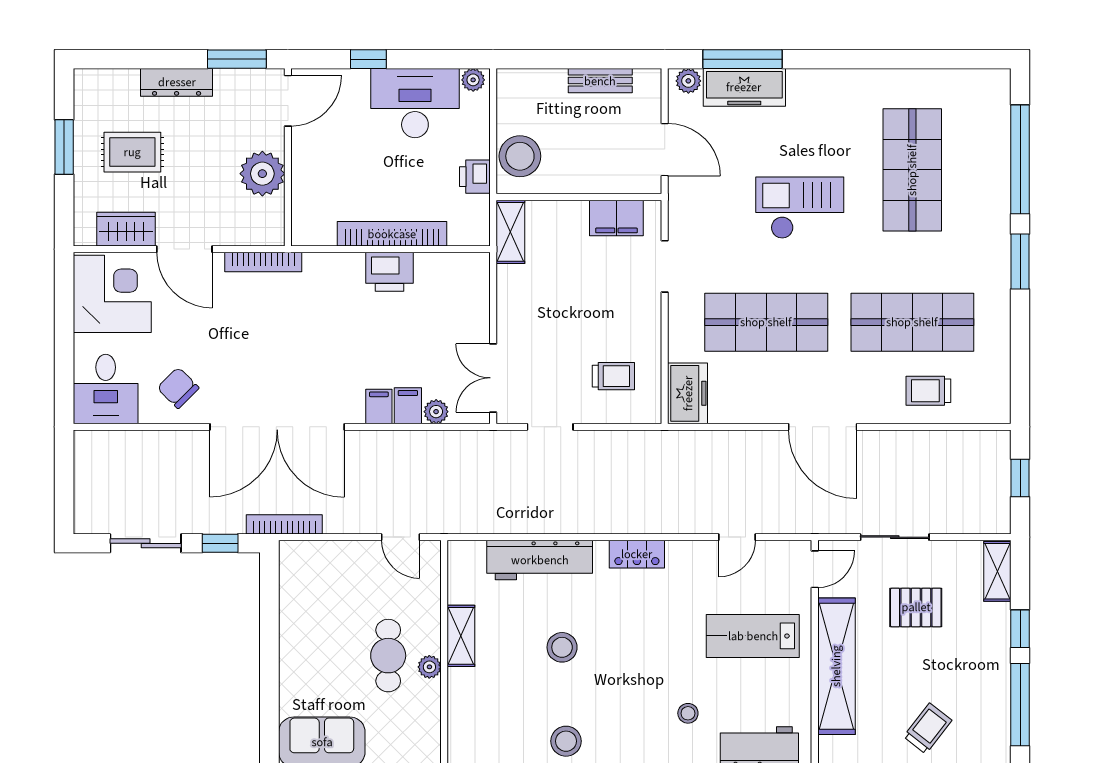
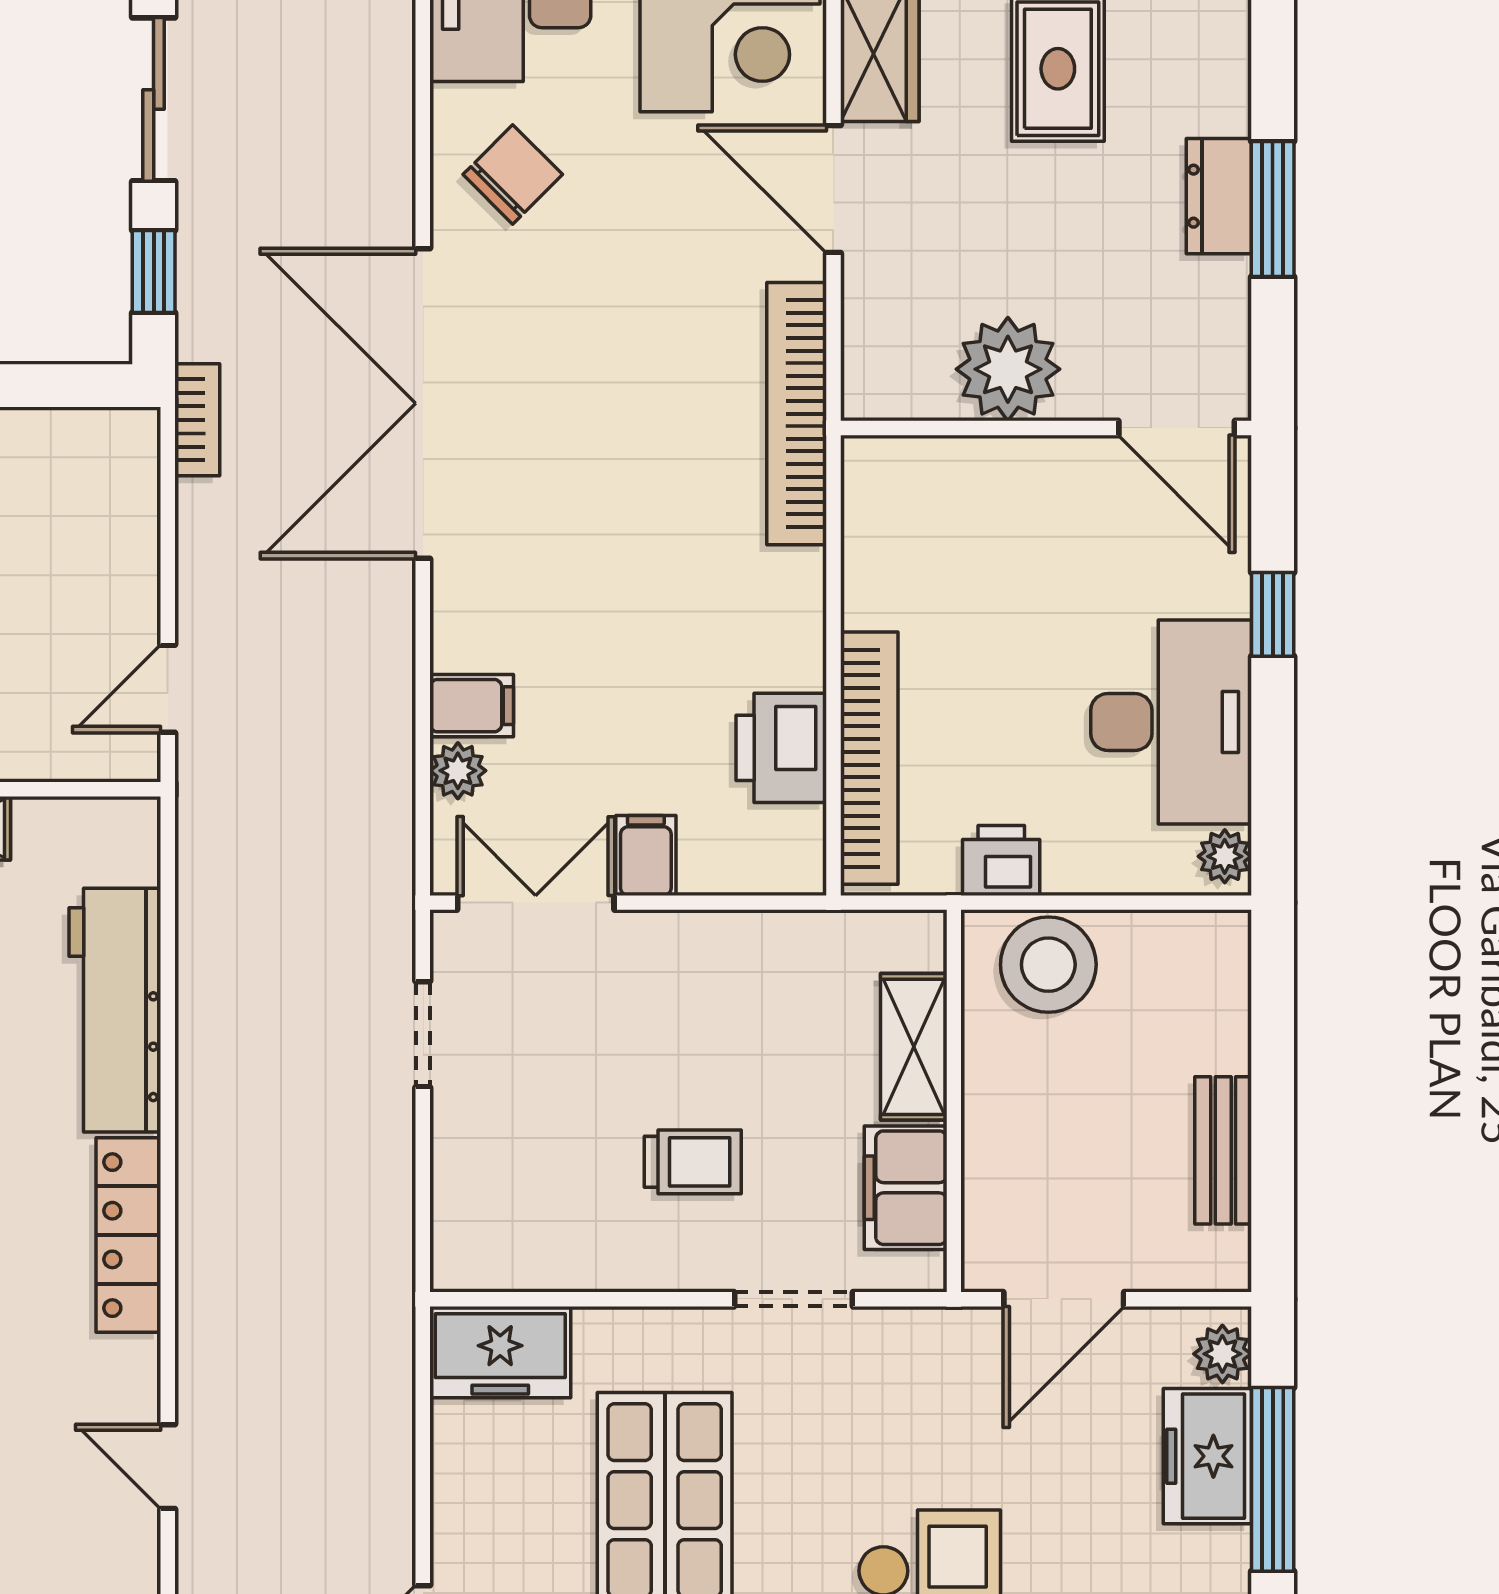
window: (237, 59) -> (1273, 209), moved
dresser: (177, 82) -> (1219, 196), width x0.70
freezer: (744, 87) -> (1207, 1456), width x0.71
shelving: (510, 232) -> (914, 1047), moved, turned 90
bookcase: (392, 234) -> (869, 758), moved
door: (184, 249) -> (833, 189), hinge flipped
bookcase: (263, 262) -> (797, 414), width x1.48, depth x1.31
printer: (390, 272) -> (781, 748), moved
trolley: (613, 376) -> (693, 1162), moved, turned -90
filing cabinet: (379, 406) -> (646, 855), moved, turned -90
bookcase: (284, 524) -> (197, 420), width x0.64
locker: (637, 554) -> (128, 1235), width x1.53

